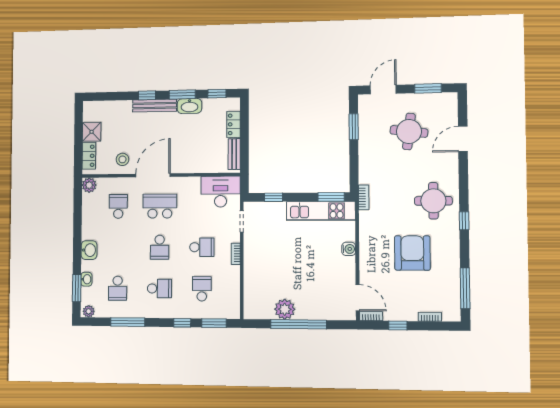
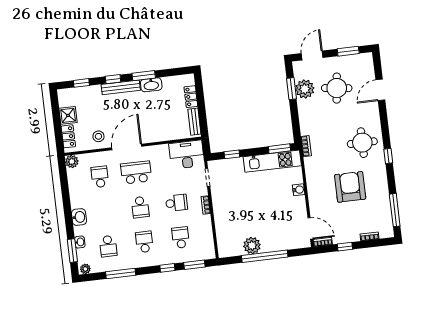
window: (217, 94) -> (81, 83), moved
plant: (370, 129) -> (305, 89), added
school desk: (159, 288) -> (144, 242), turned -90

